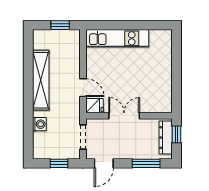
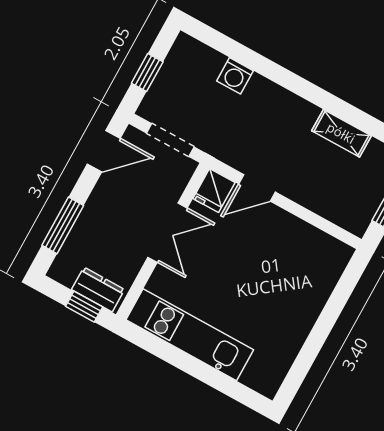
kitchen unit: (117, 38) -> (190, 335), moved, turned 90
shelving: (41, 80) -> (341, 133), width x0.45, depth x0.75
dresser: (166, 138) -> (98, 290), width x0.70
door: (104, 163) -> (104, 151), swing flipped

